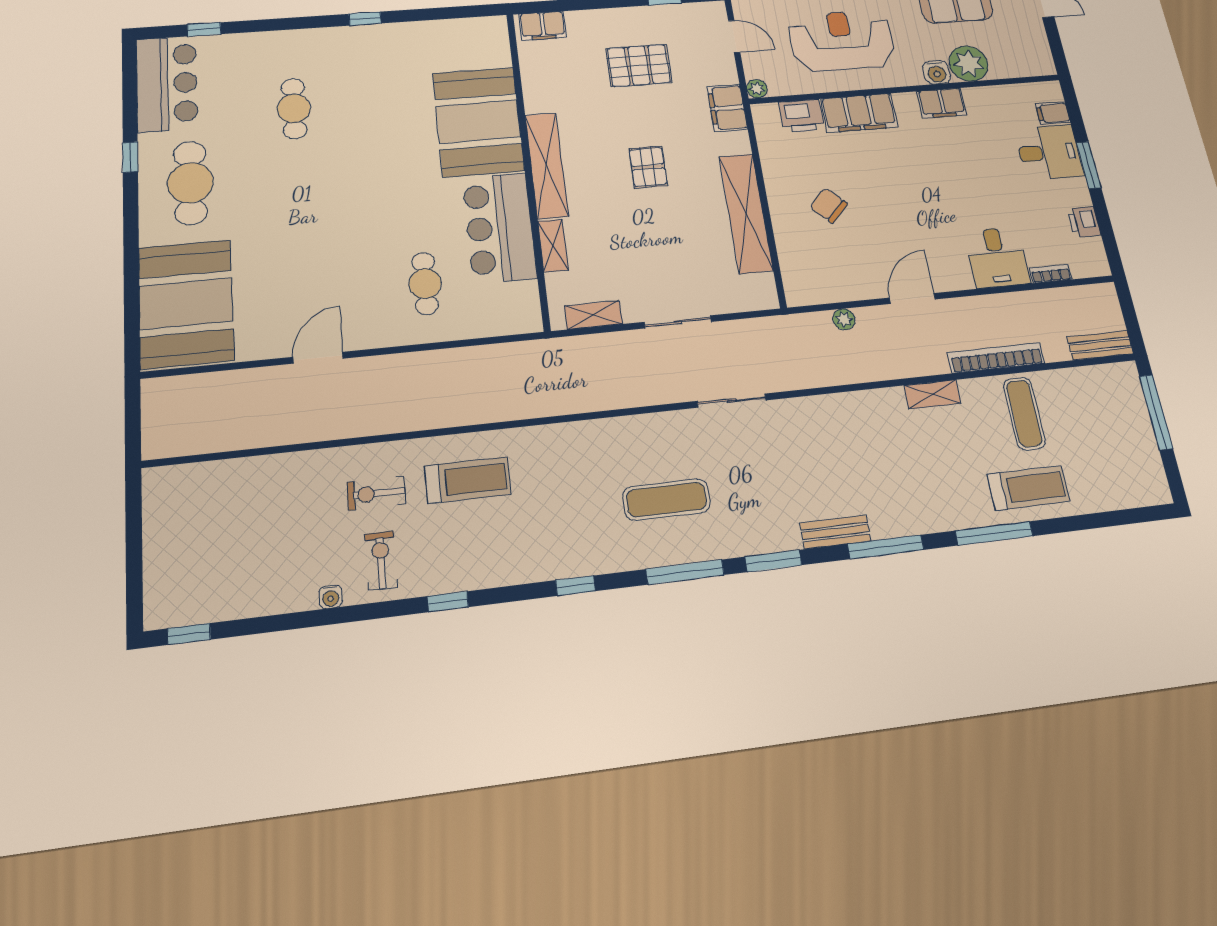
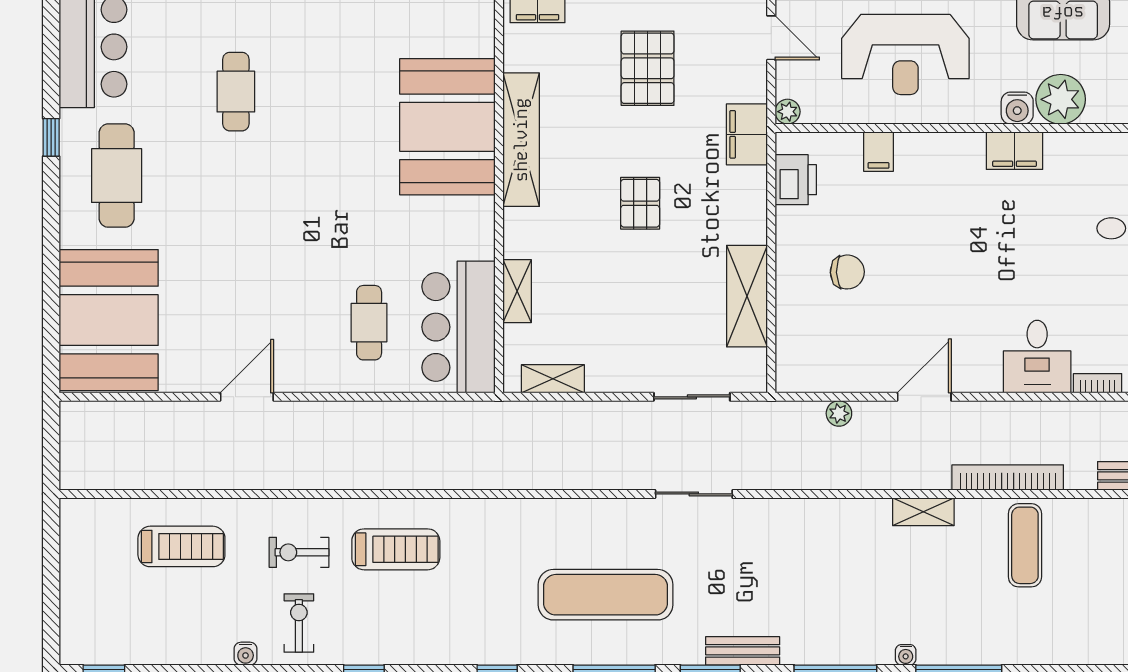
reception desk: (842, 41) -> (905, 54), turned 180
pallet: (639, 65) -> (648, 68), turned 90
filing cabinet: (859, 113) -> (878, 152), width x0.33, depth x0.86
printer: (801, 116) -> (796, 180), moved, turned -90
shelving: (547, 165) -> (521, 140), moved
chair: (829, 205) -> (847, 272), turned 134
shelving: (746, 213) -> (747, 296), width x0.68
bar counter: (499, 228) -> (459, 327), moved
sliding door: (678, 322) -> (692, 397), moved
treadmill: (1028, 488) -> (181, 546), moved
exercise mat: (667, 500) -> (606, 595), width x1.36, depth x1.45
water cooler: (944, 522) -> (906, 655), added
bench: (835, 532) -> (743, 651), moved

